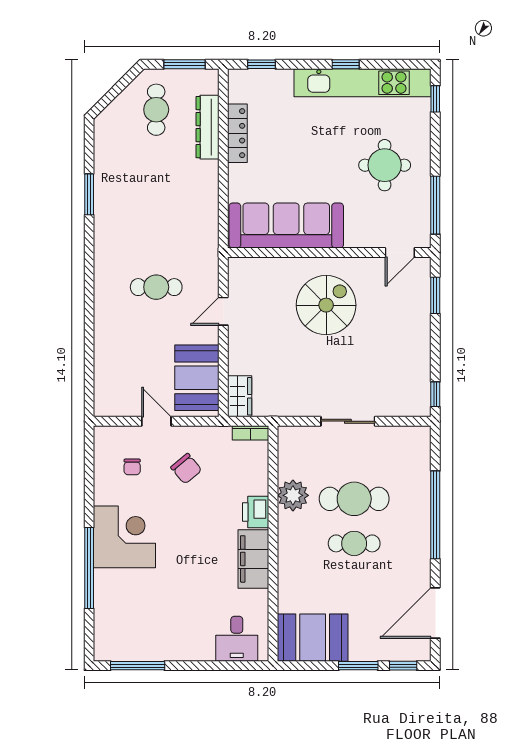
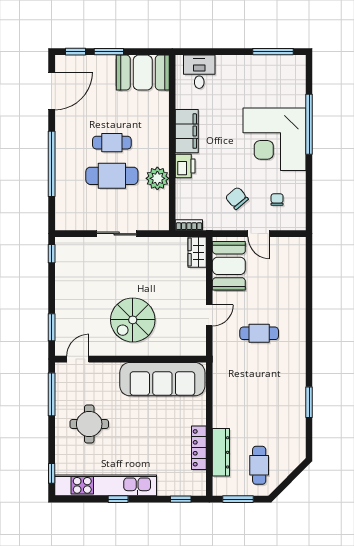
corner desk: (124, 537) -> (274, 139), width x1.36, depth x1.36

